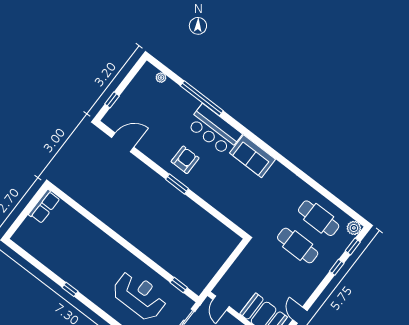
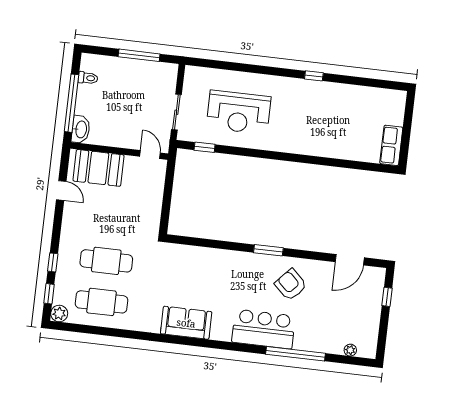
sofa: (253, 156) -> (186, 323), moved
armchair: (185, 160) -> (291, 285), moved, turned 133

